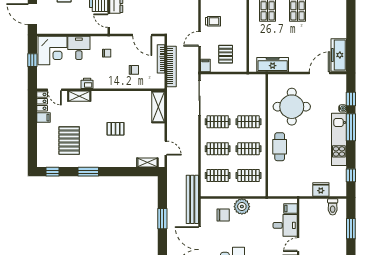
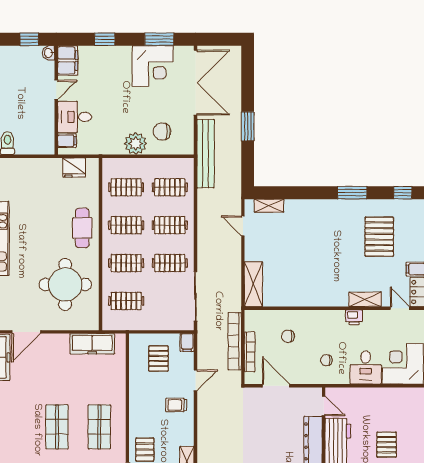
clothes rail: (249, 95) -> (126, 301), added
pallet: (116, 129) -> (314, 253), removed
fridge: (321, 189) -> (74, 168), moved

